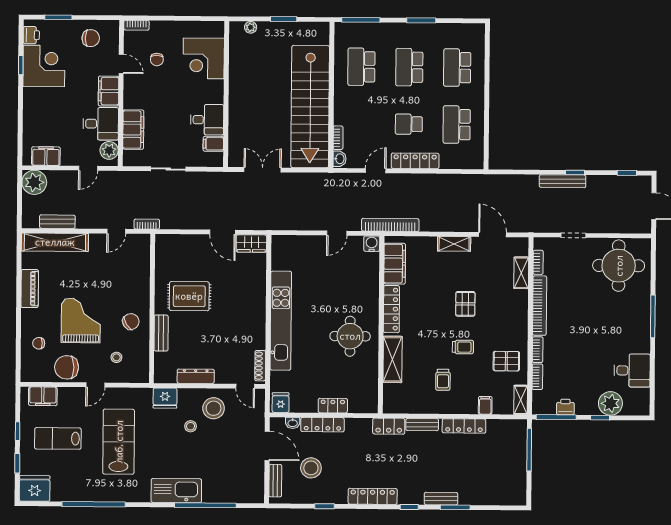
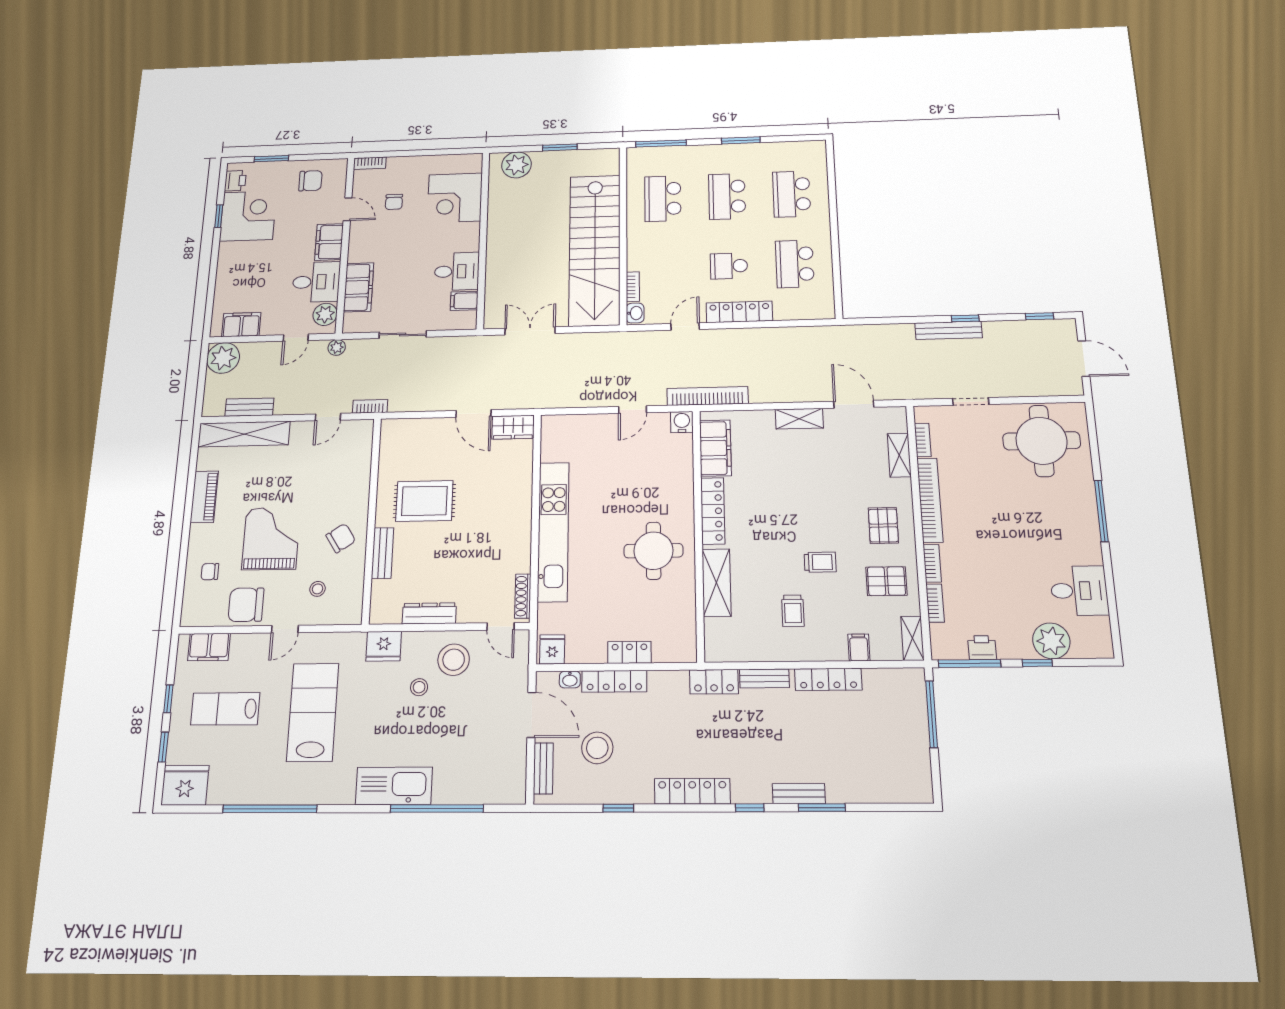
plant: (251, 27) -> (517, 165), width x1.87, depth x1.87
plant: (119, 177) -> (337, 347), added
pallet: (465, 304) -> (883, 525), moved

